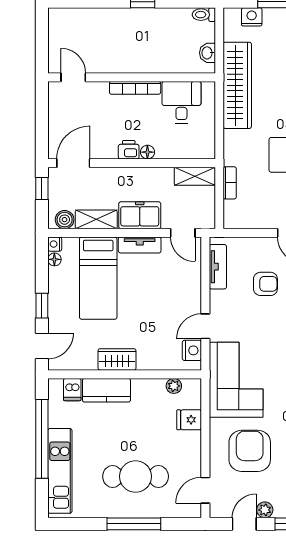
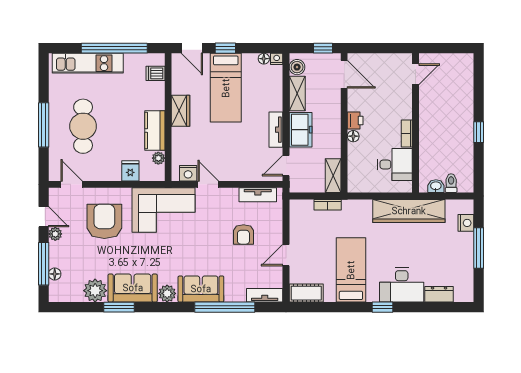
toilet: (204, 15) -> (451, 183), moved
bookcase: (135, 88) -> (407, 133), width x0.64
bed: (98, 278) -> (226, 88), moved, turned -90
kitchen counter: (106, 390) -> (155, 131), moved
armchair: (250, 451) -> (104, 221), turned -90

